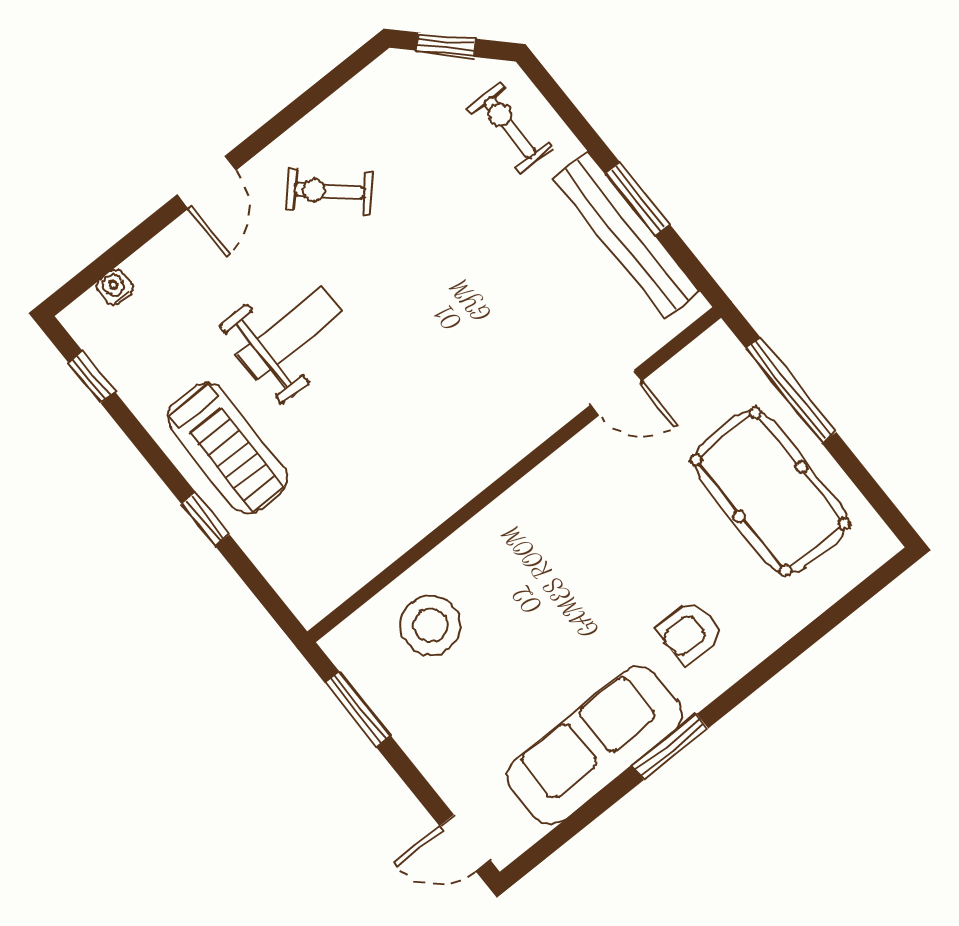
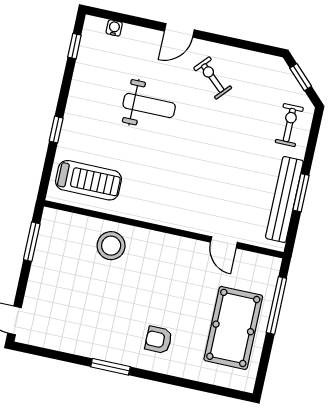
treadmill: (228, 448) -> (88, 180), moved, turned -90
stool: (431, 625) -> (111, 246), moved
sofa: (595, 745) -> (89, 339), removed

